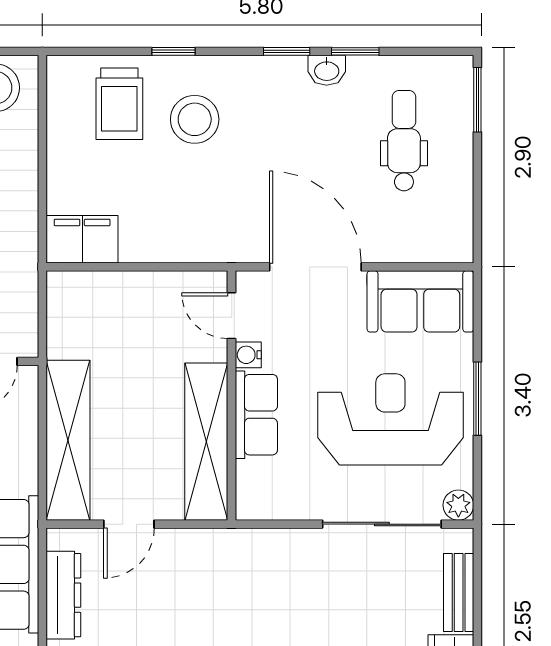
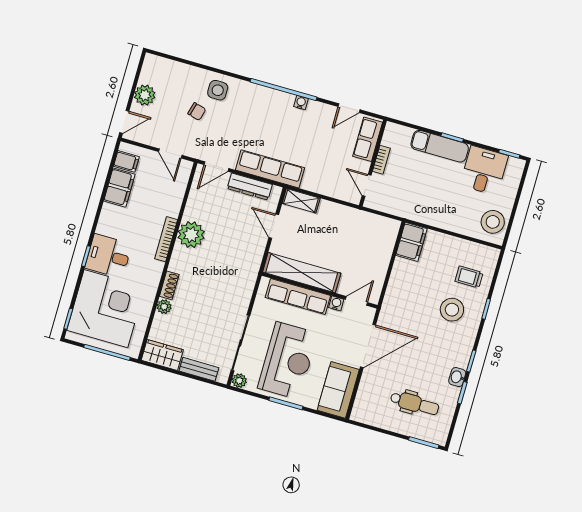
trolley: (119, 104) -> (469, 277), width x0.73, depth x0.72
row of seats: (256, 415) -> (298, 297), width x1.48
shelving: (68, 440) -> (301, 201), width x0.45, depth x0.75

